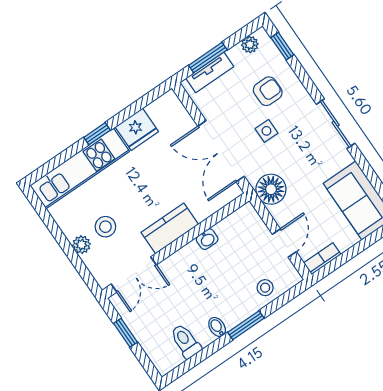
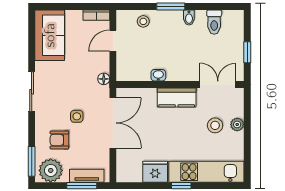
plant: (250, 44) -> (51, 170), width x1.88, depth x1.88
window: (282, 46) -> (32, 161), width x1.50
floor lamp: (271, 189) -> (104, 79), width x0.53, depth x0.53

